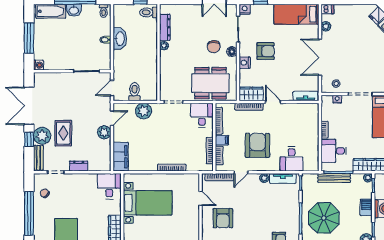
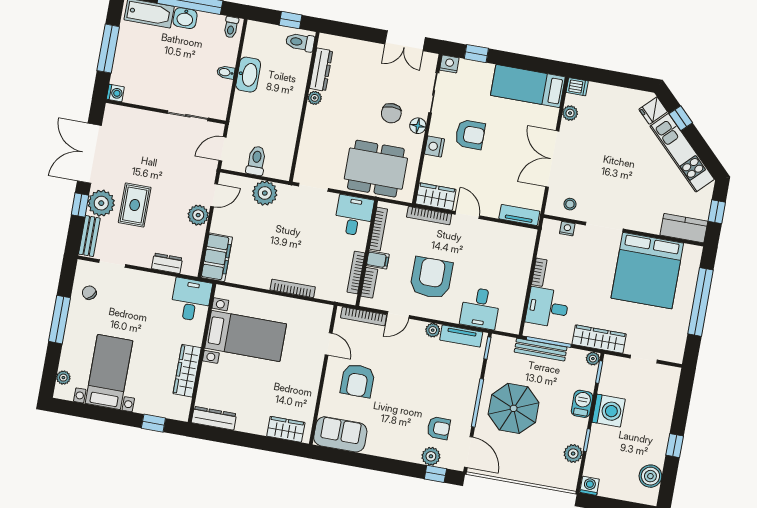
dresser: (79, 166) -> (167, 263), moved
window: (29, 213) -> (59, 320), width x0.68

